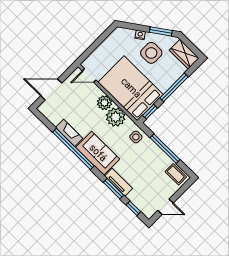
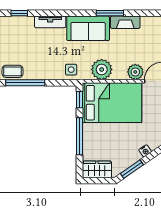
side table: (151, 53) -> (123, 145), removed
plant: (104, 103) -> (135, 72), moved
window: (73, 149) -> (110, 13), width x0.47
window: (165, 149) -> (25, 83), moved
window: (113, 189) -> (49, 13), removed

